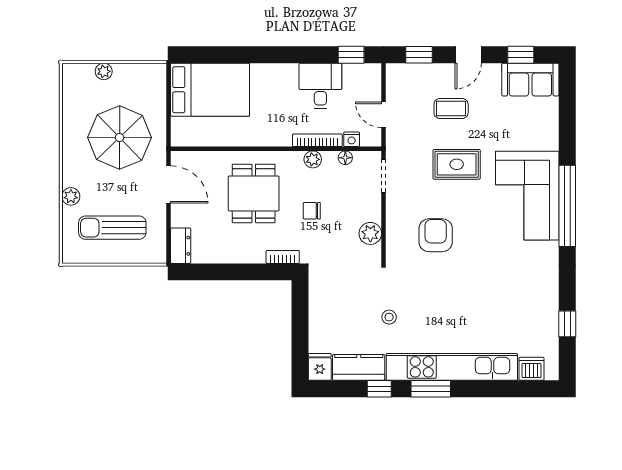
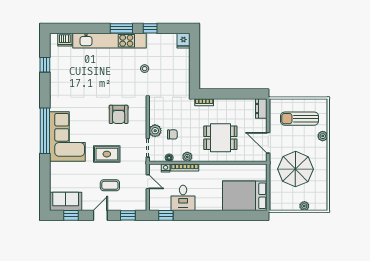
dining table: (254, 193) -> (220, 138), turned 90
chair: (312, 211) -> (172, 134), moved
sun lounger: (112, 228) -> (299, 119), turned 180
plant: (370, 233) -> (155, 131), moved
kitchen counter: (359, 367) -> (162, 40), removed

